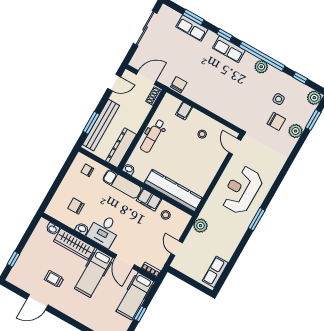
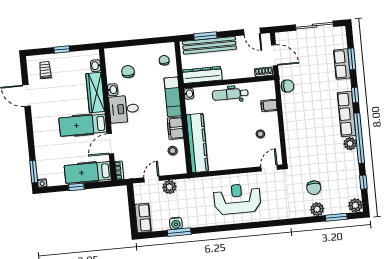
row of seats: (229, 49) -> (347, 114), width x1.48
side table: (279, 99) -> (334, 177), removed
window: (257, 219) -> (179, 232), moved
plant: (201, 226) -> (169, 187), moved
water cooler: (227, 254) -> (176, 223), added
window: (14, 259) -> (62, 50), moved
row of seats: (215, 272) -> (143, 218), moved, turned 90
trolley: (54, 279) -> (45, 70), moved

